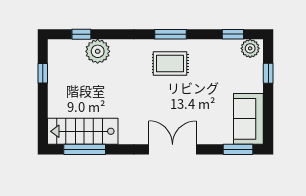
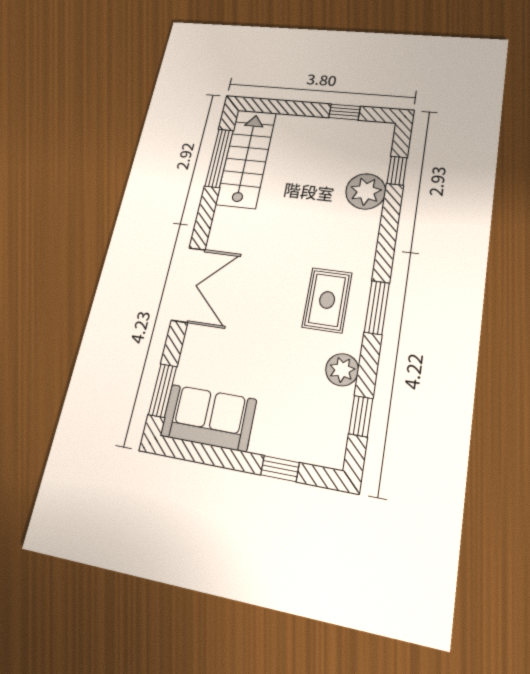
plant: (250, 48) -> (342, 370), moved

